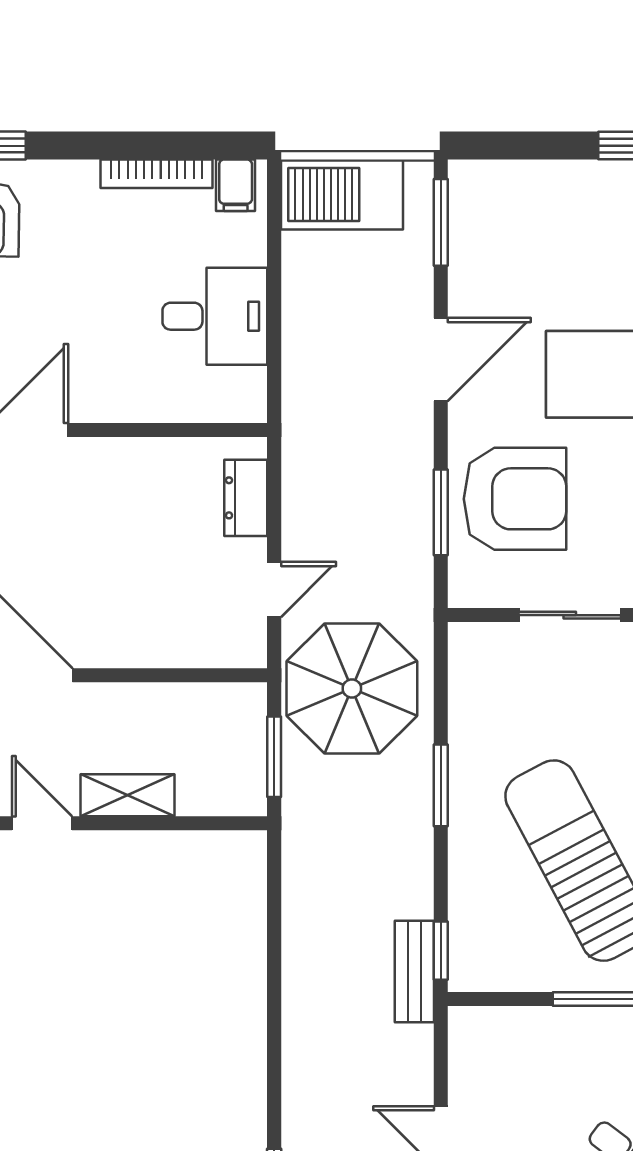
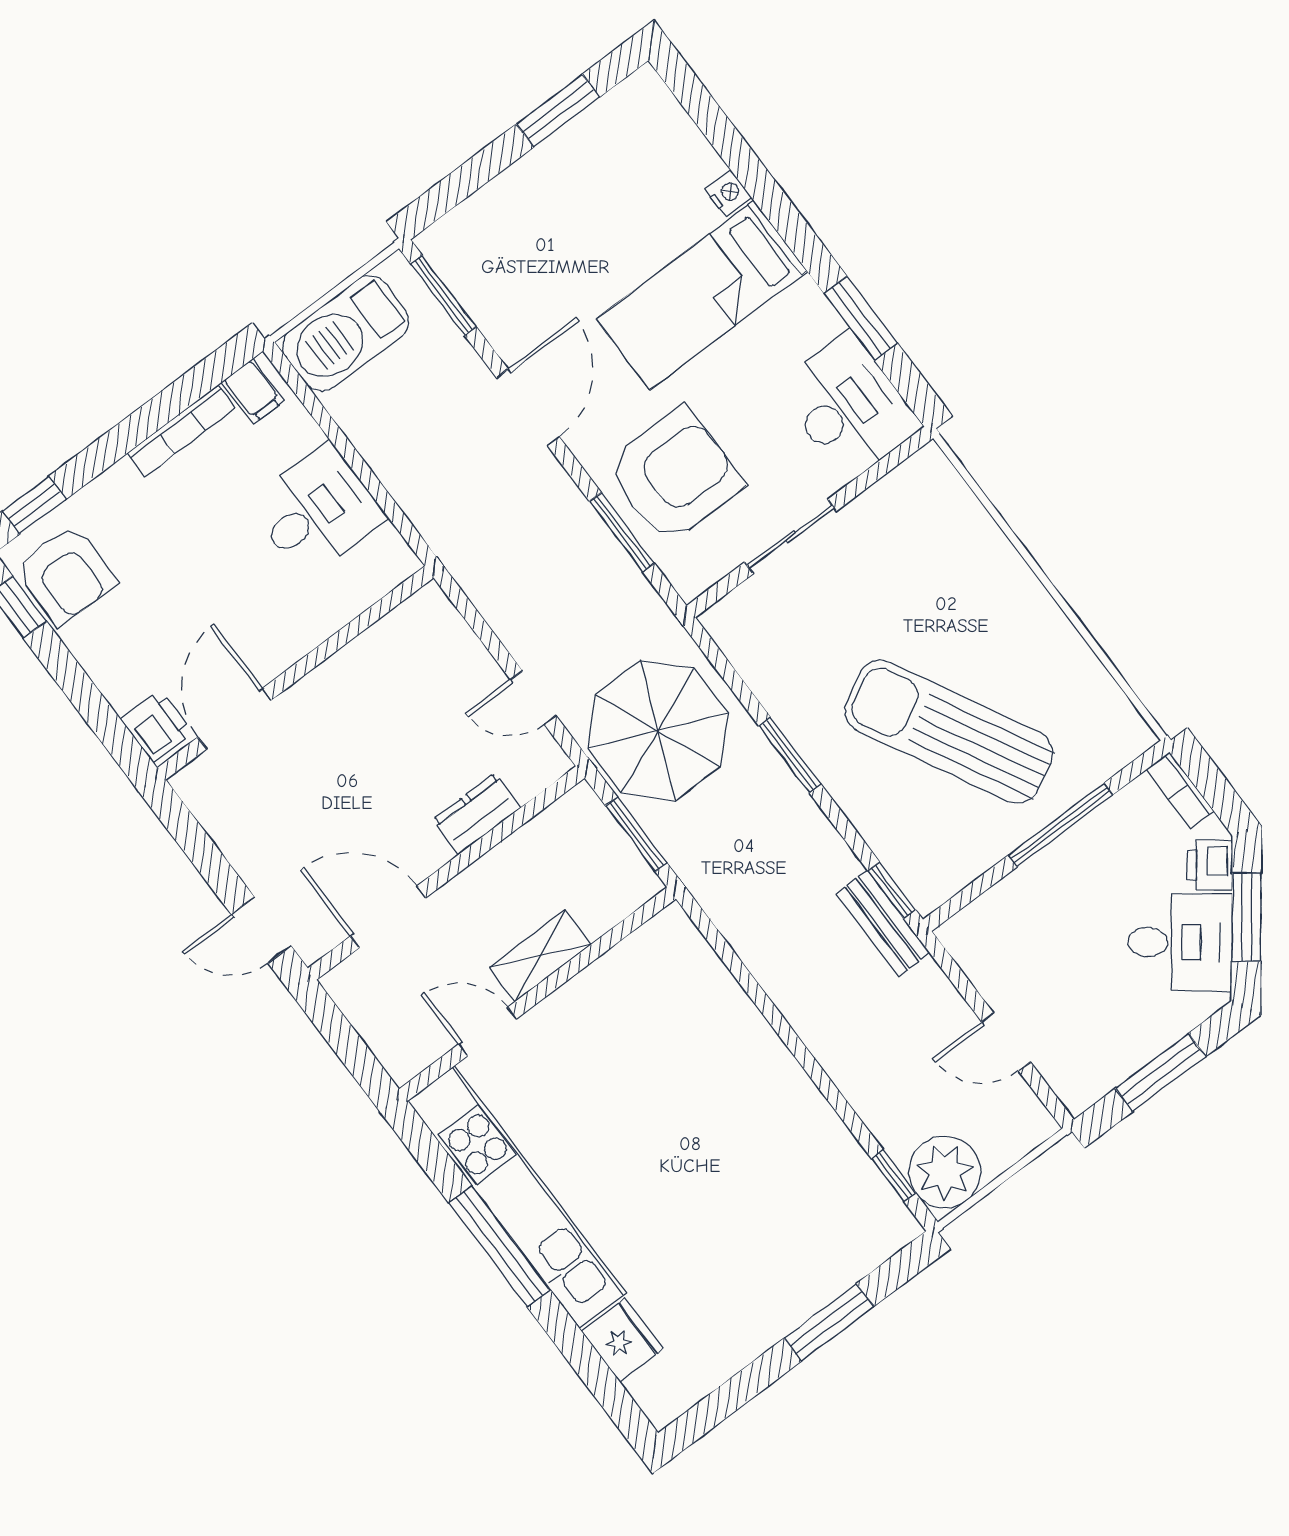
dresser: (246, 498) -> (477, 814), moved, turned 90
door: (274, 589) -> (533, 698), swing flipped

